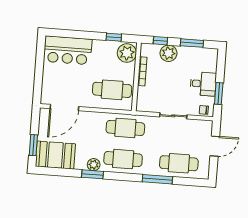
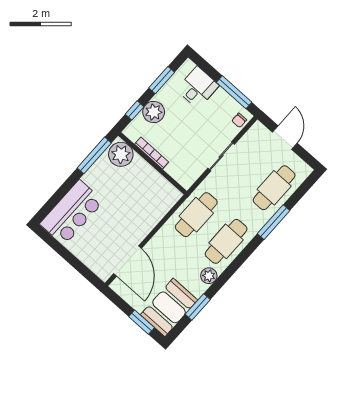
window: (114, 37) -> (94, 155), width x2.17
desk: (203, 84) -> (198, 88), moved
cafe table: (112, 90) -> (147, 198), removed
window: (219, 93) -> (234, 92), width x1.44
window: (93, 174) -> (198, 307), moved

